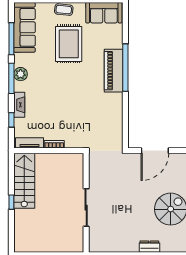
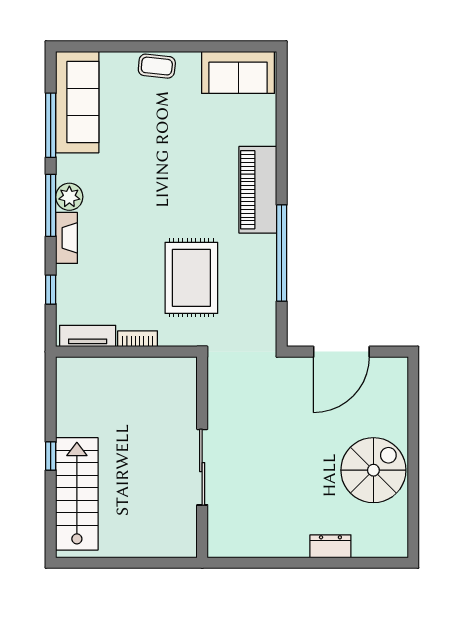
rug: (69, 44) -> (191, 278), moved
window: (125, 68) -> (282, 253), moved
fireplace: (19, 105) -> (67, 238), moved
stairs: (24, 181) -> (77, 494), moved

